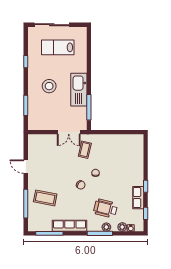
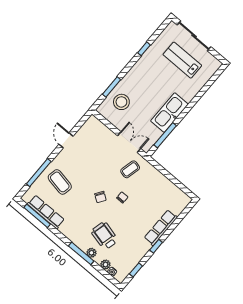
stool: (49, 86) -> (121, 102), moved
double door: (69, 132) -> (129, 142), swing flipped
row of seats: (138, 198) -> (161, 228), moved, width x1.48
row of seats: (70, 226) -> (46, 212), moved

